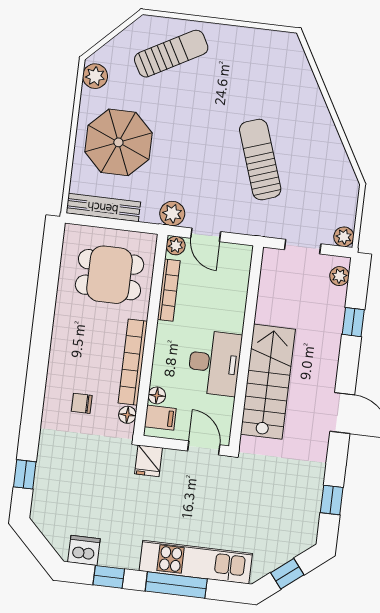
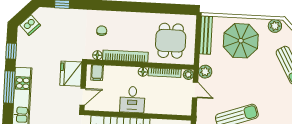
door: (206, 235) -> (195, 90), swing flipped
desk: (214, 363) -> (132, 100), width x0.73
floor lamp: (157, 395) -> (143, 72), moved
fridge: (148, 461) -> (71, 74), width x1.88, depth x1.34
dishwasher: (84, 550) -> (30, 25), moved, turned 45

